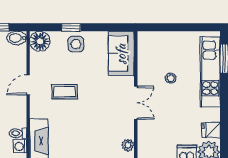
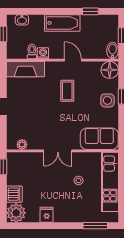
kitchen unit: (210, 72) -> (110, 182), moved, turned -90
fridge: (211, 130) -> (47, 215), moved
washing machine: (20, 146) -> (43, 53), moved

